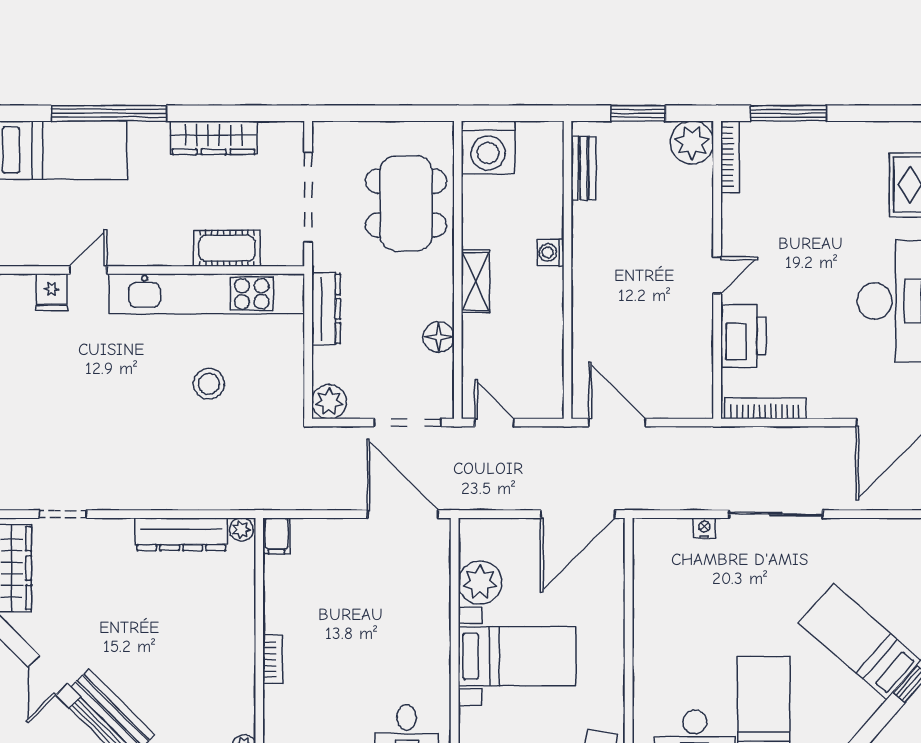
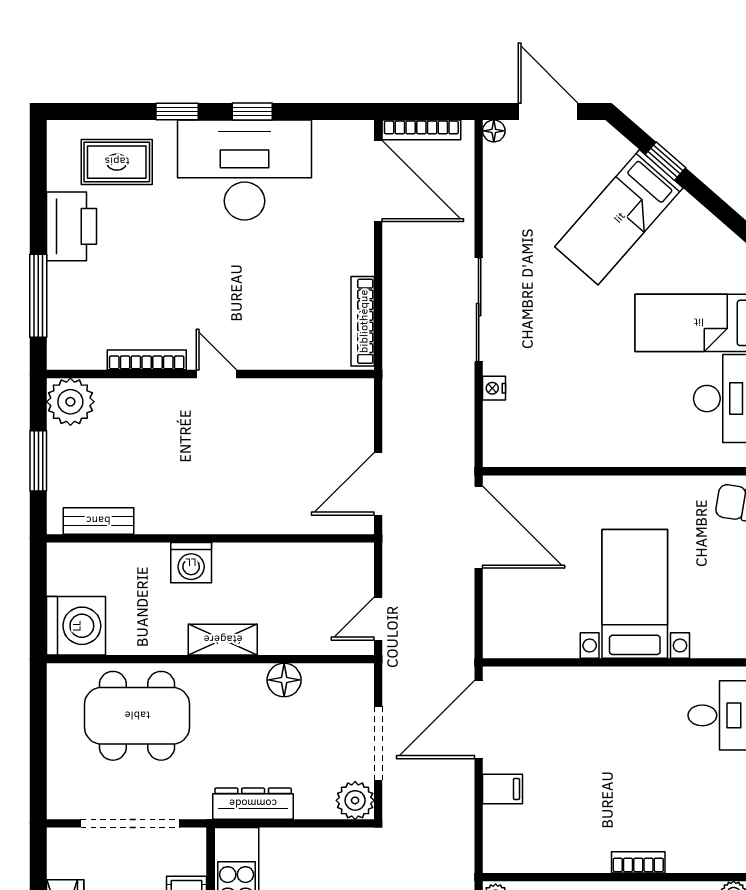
bookcase: (730, 157) -> (147, 360), moved
washing machine: (551, 252) -> (191, 563), width x1.38, depth x1.38
printer: (743, 336) -> (72, 226), moved, turned 90
doorway: (408, 423) -> (378, 743), moved
filing cabinet: (277, 536) -> (503, 789), moved
plant: (480, 582) -> (554, 635), removed

